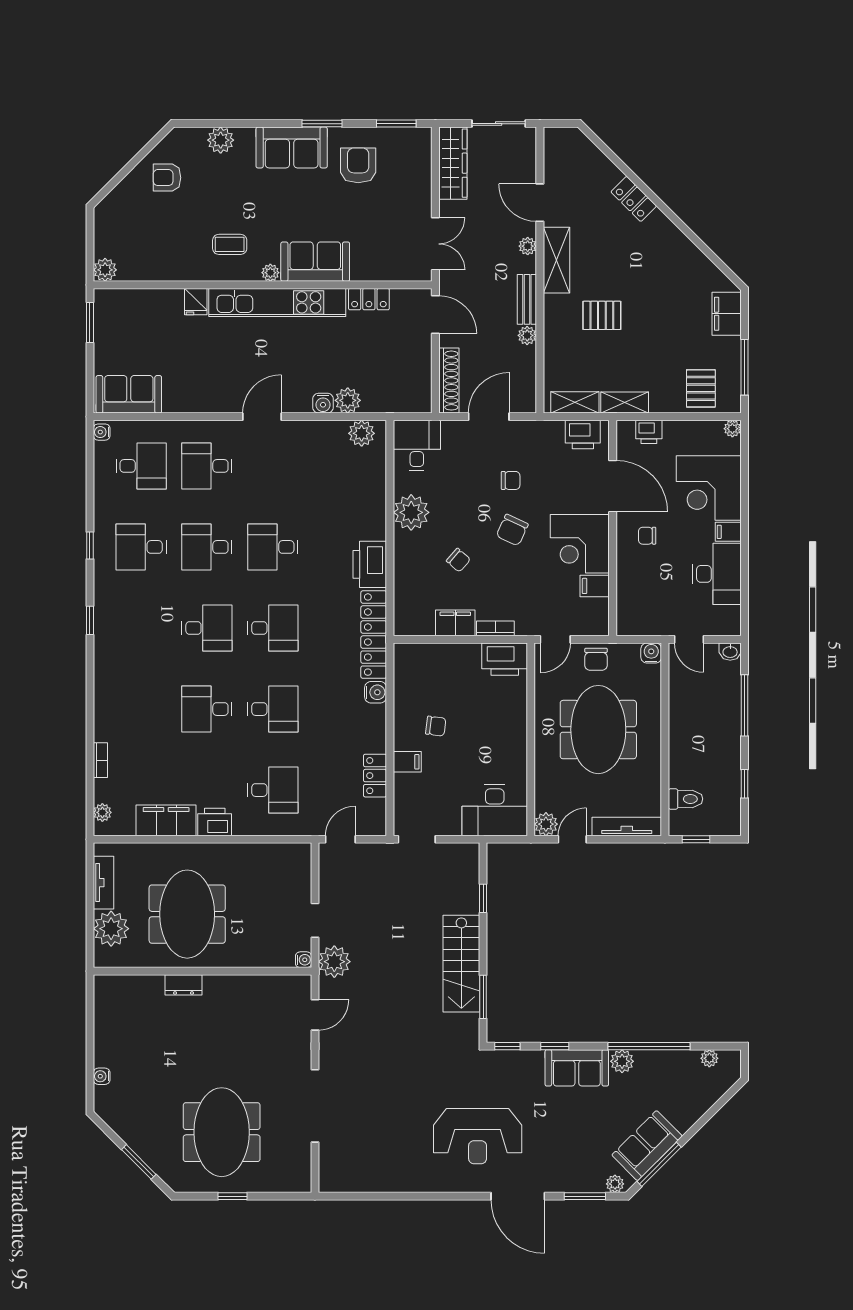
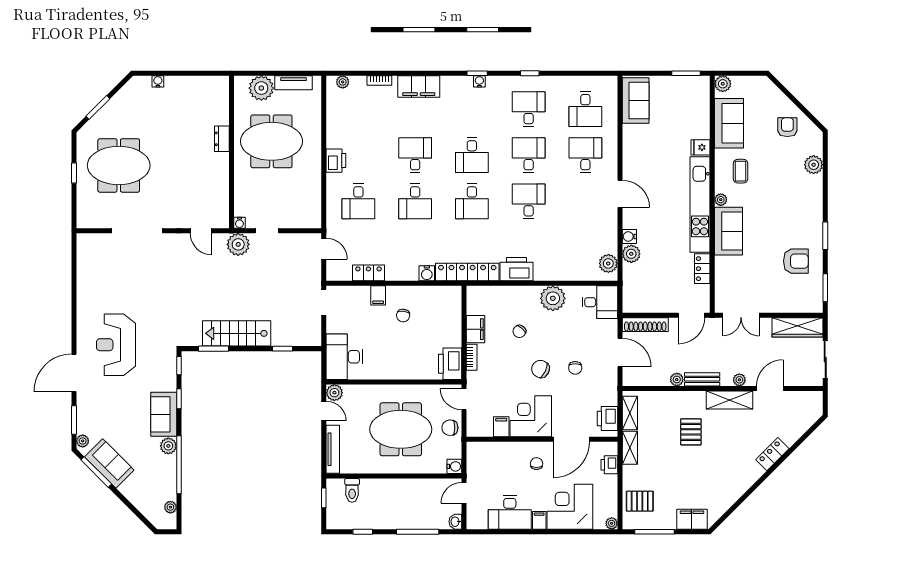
sofa: (292, 147) -> (729, 123), moved, turned 180
water cooler: (102, 432) -> (479, 81), moved
filing cabinet: (166, 820) -> (419, 86), moved, turned 90

